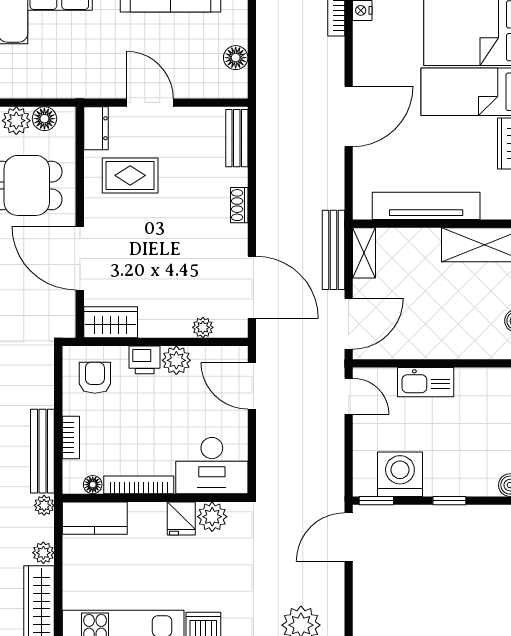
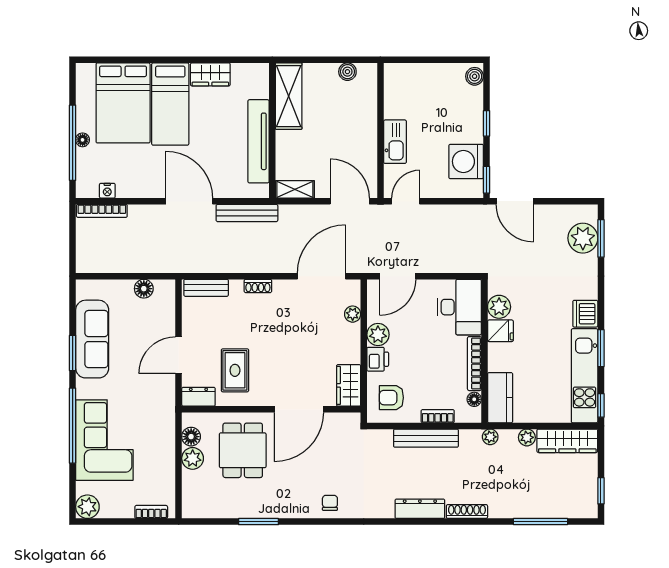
bench: (333, 250) -> (247, 213), moved
bench: (42, 451) -> (426, 438), moved

